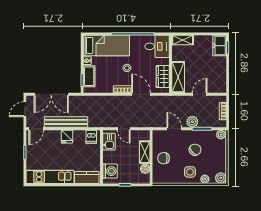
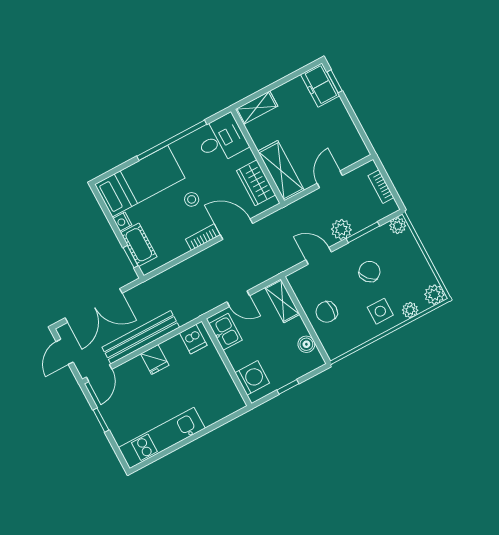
shelving: (145, 152) -> (282, 301), moved
kitchen counter: (87, 177) -> (221, 408), removed

